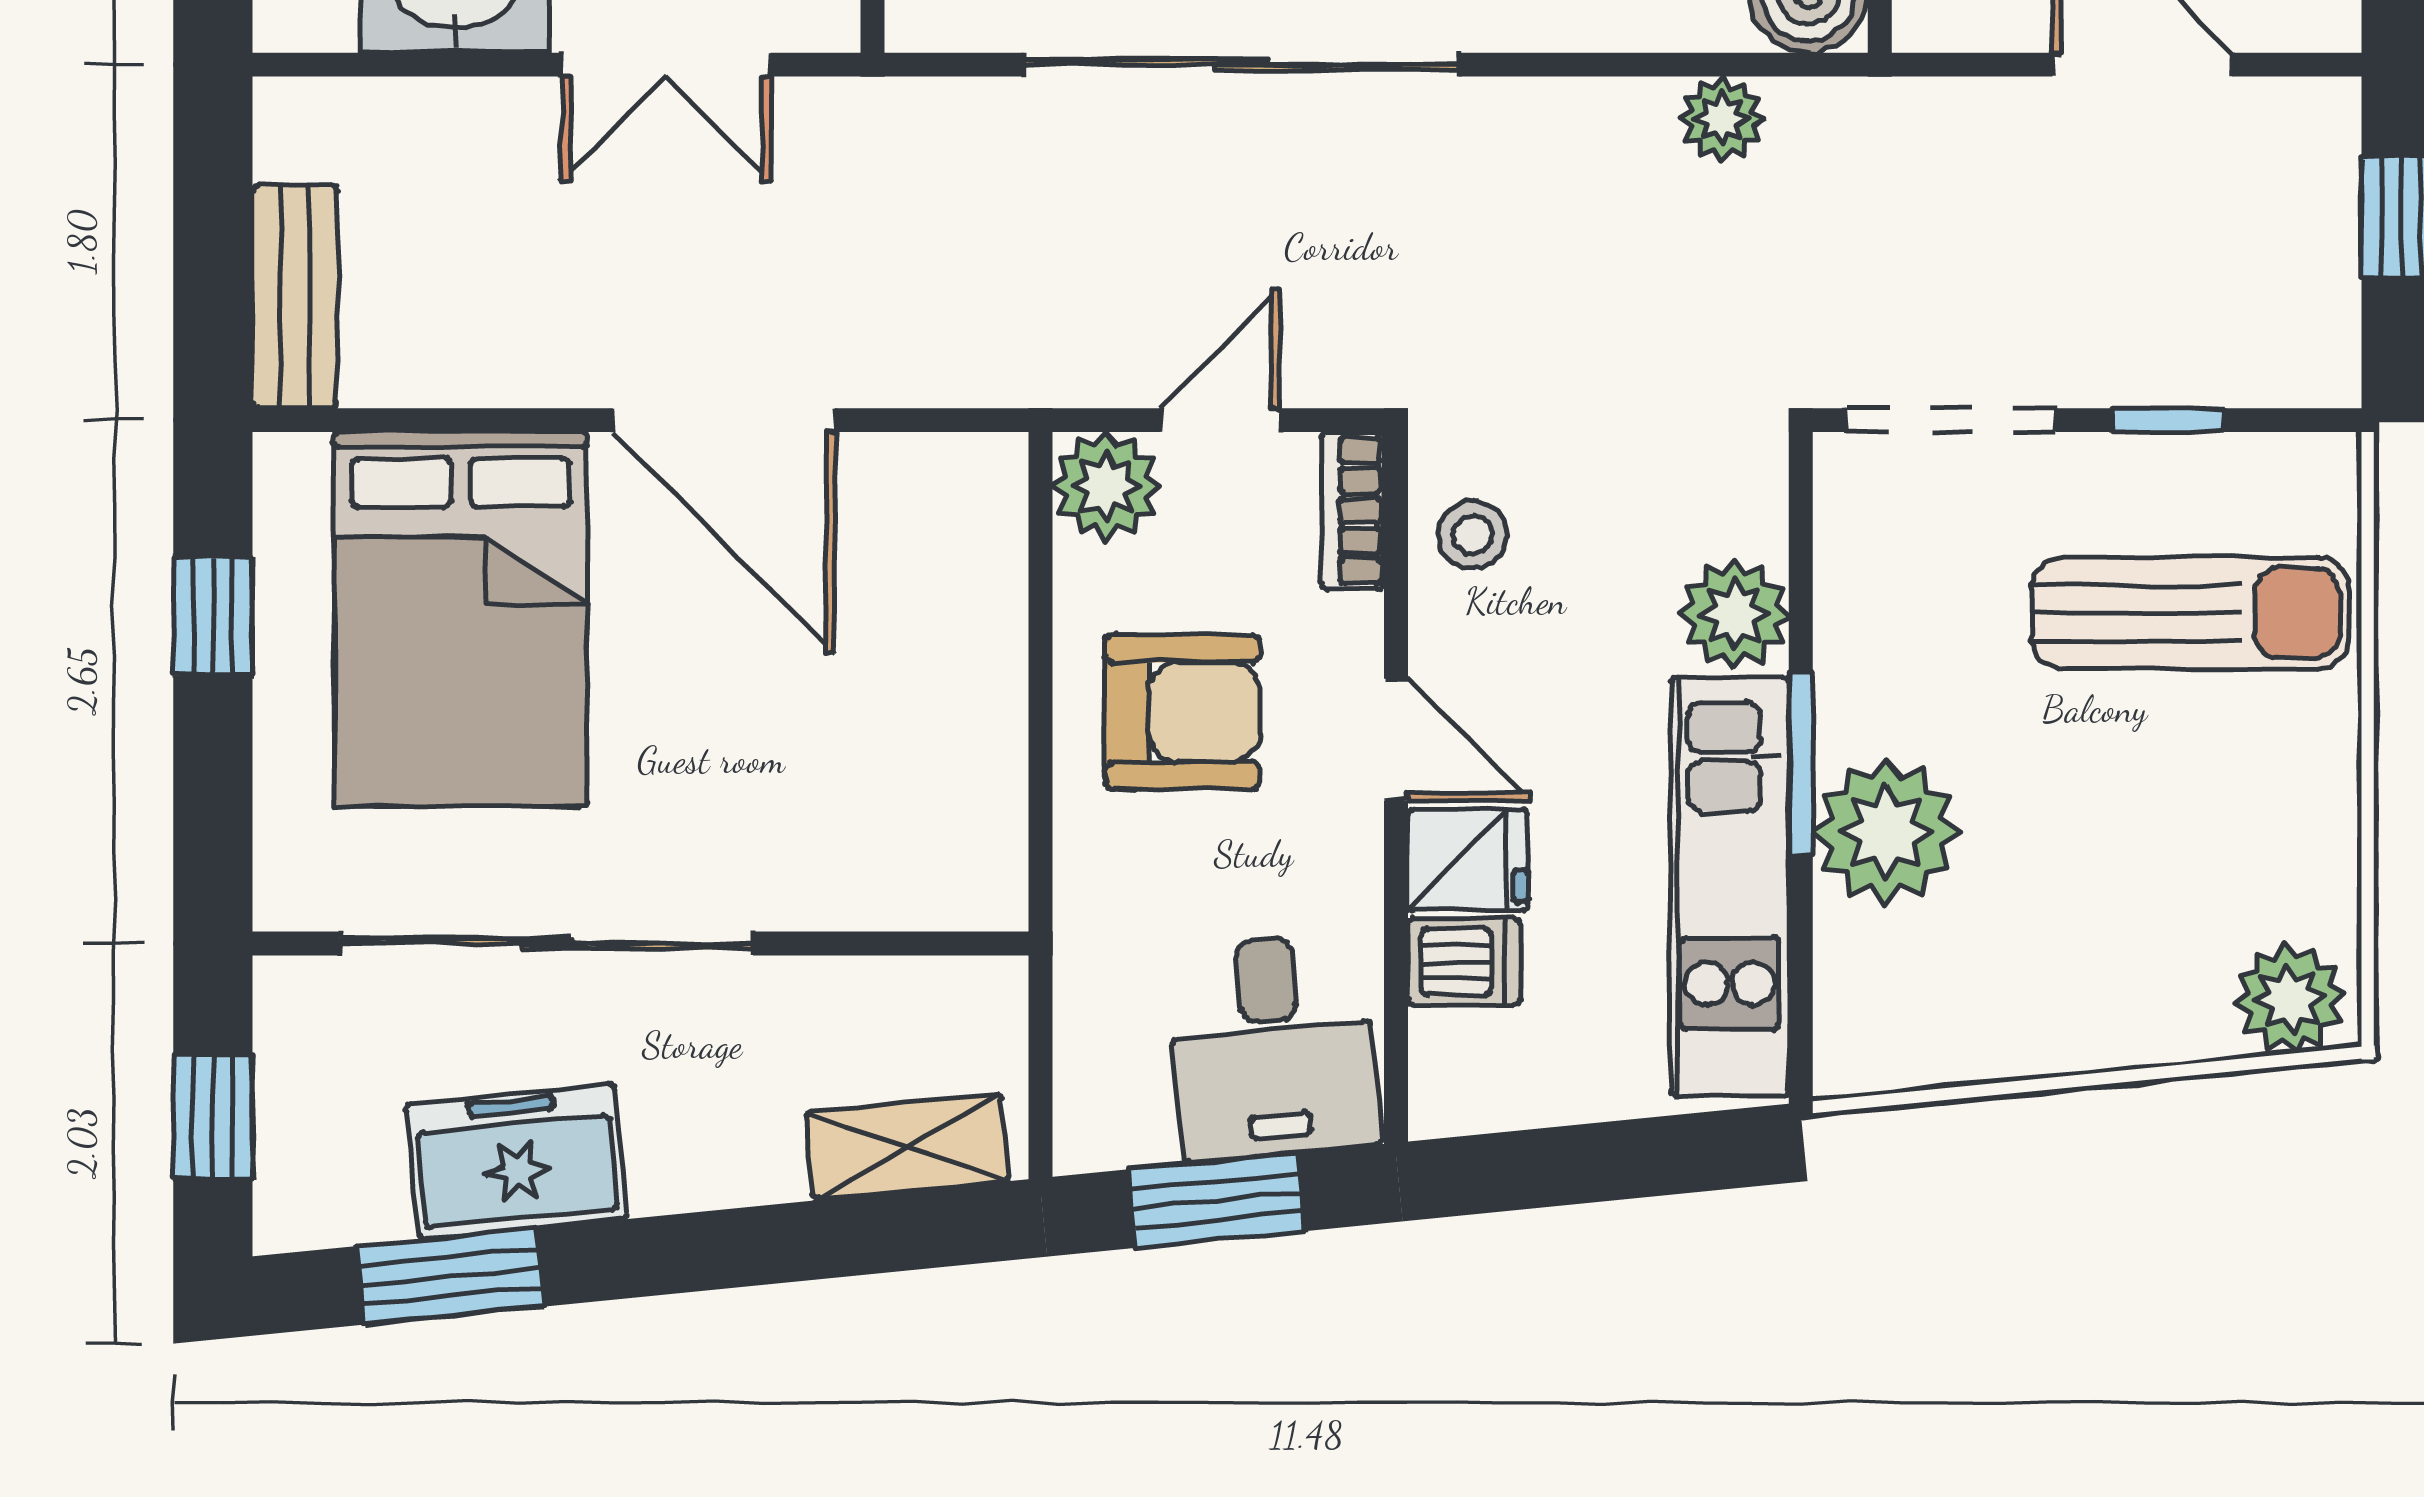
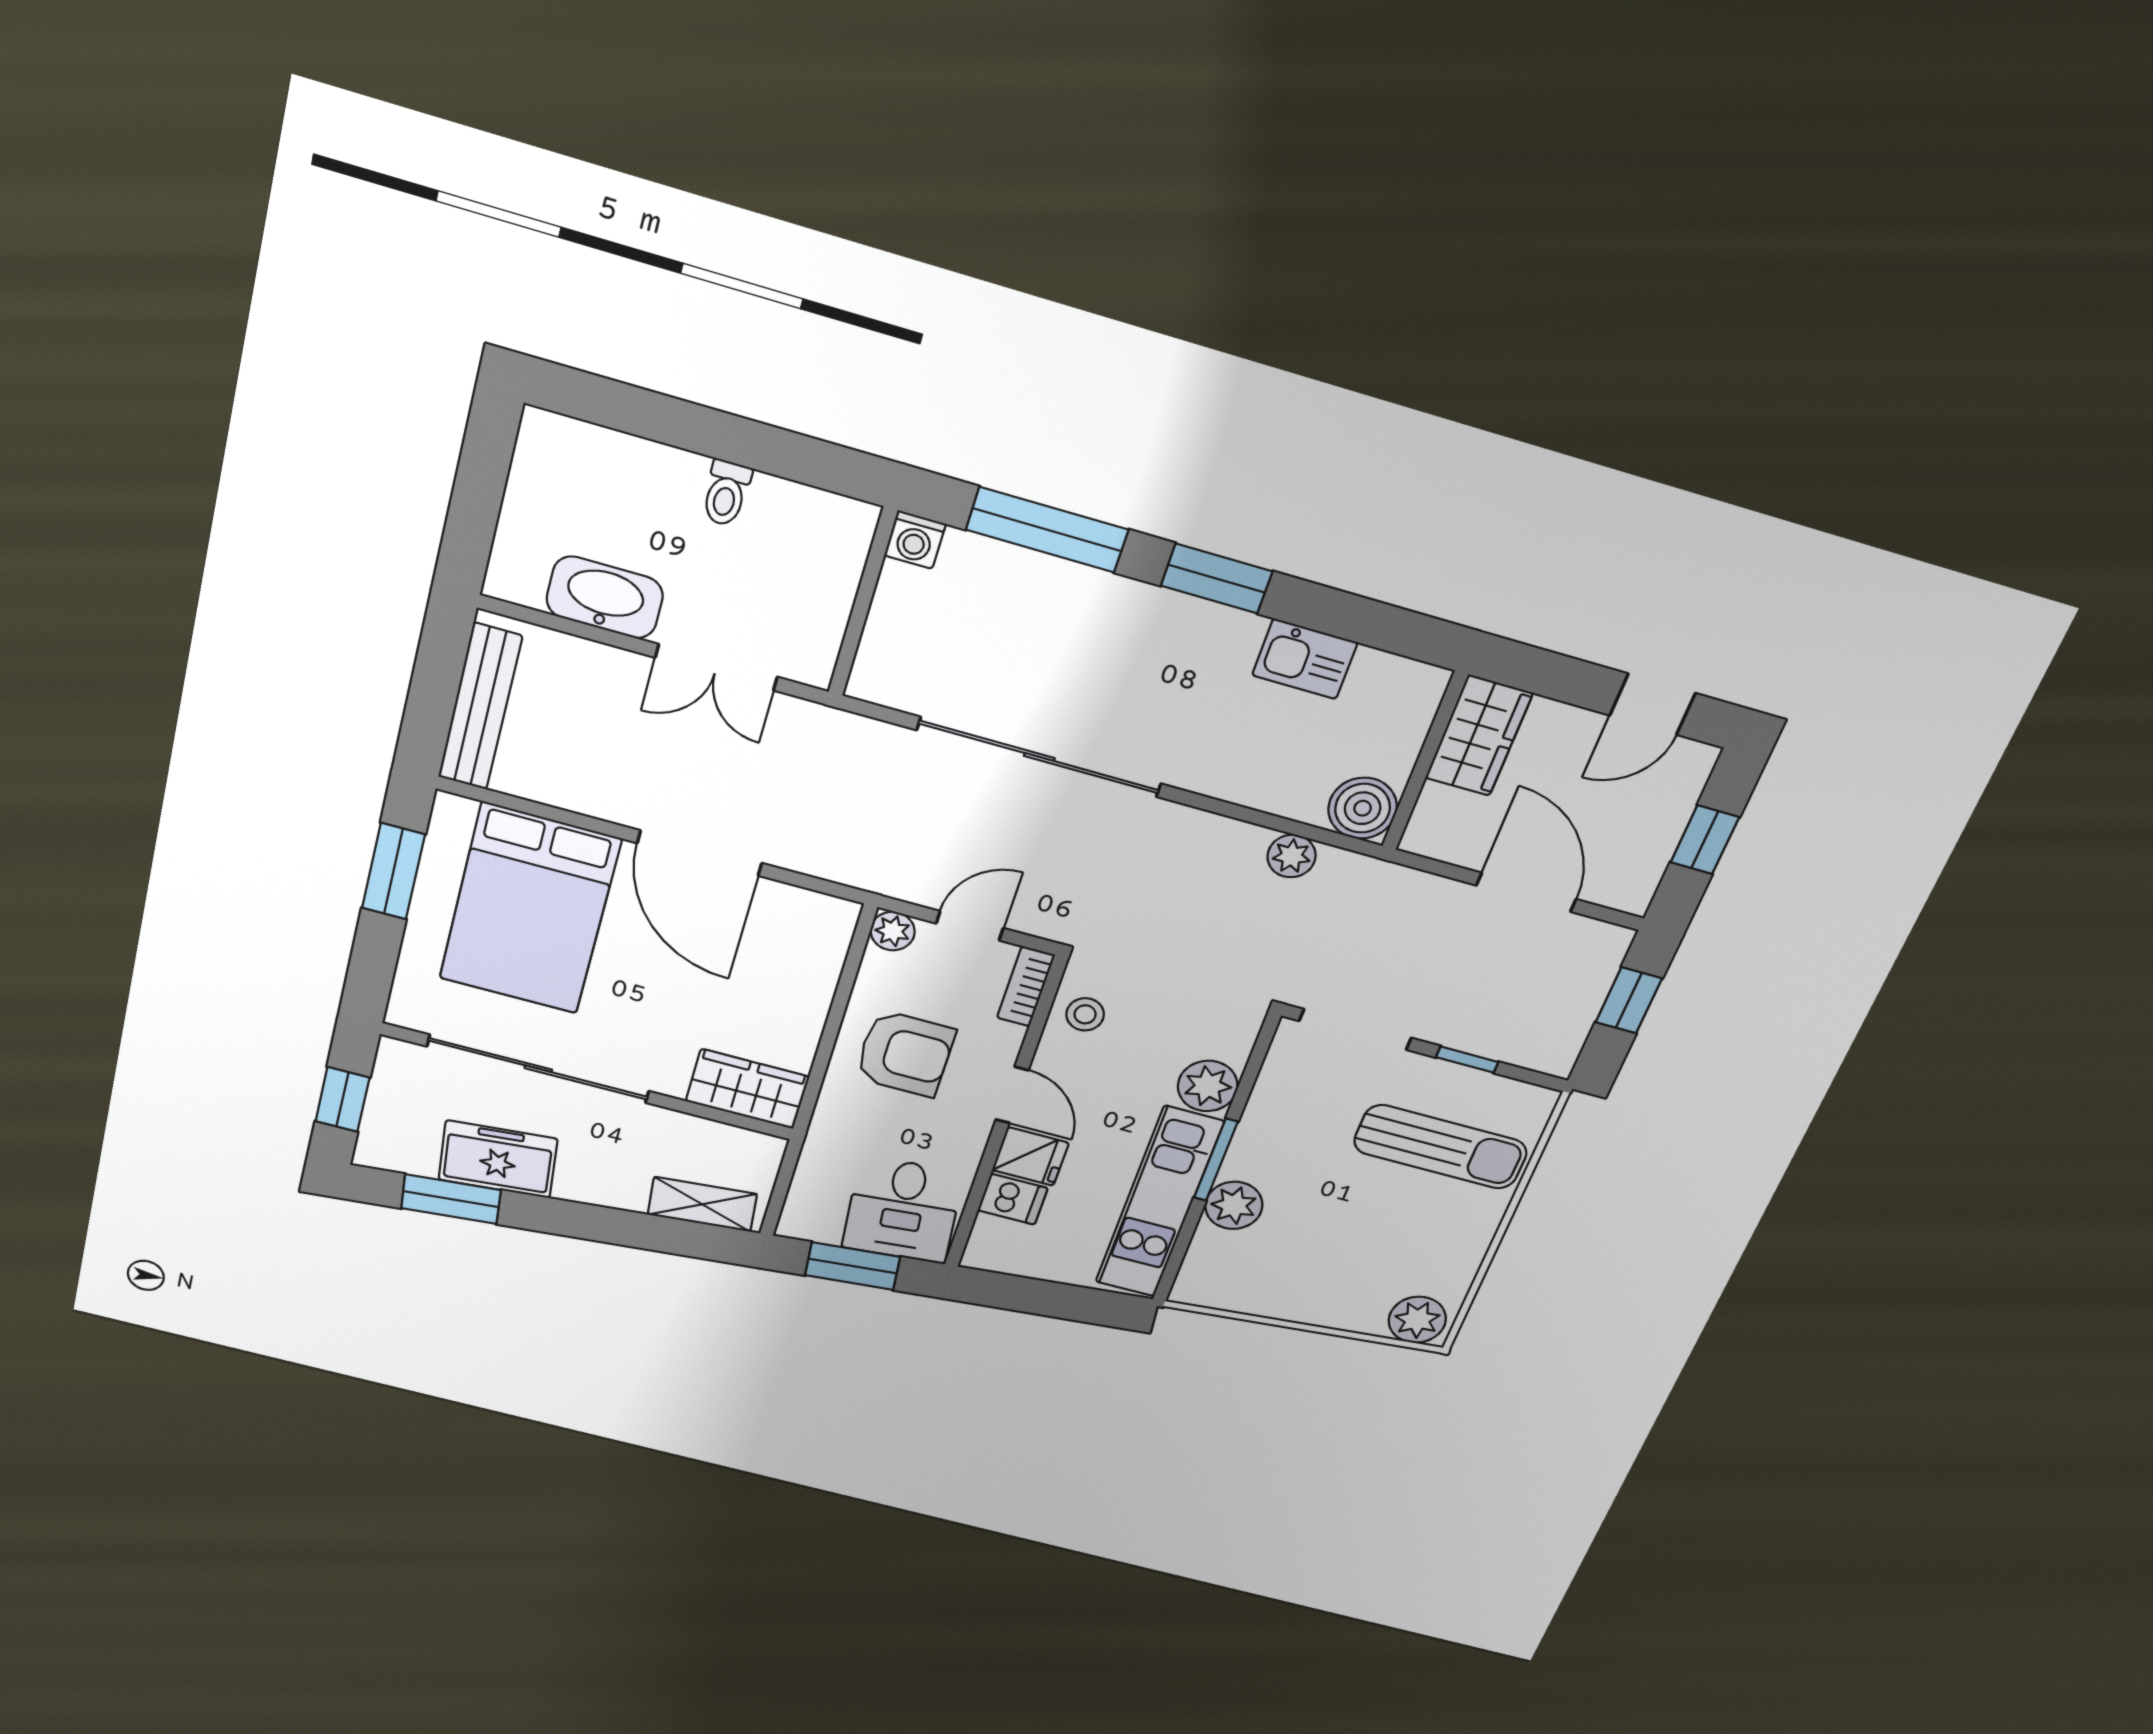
bench: (295, 297) -> (480, 707), width x1.36
plant: (1106, 486) -> (893, 931), width x0.73, depth x0.73
window: (213, 616) -> (393, 871), width x1.50
plant: (1886, 832) -> (1234, 1205), width x0.73, depth x0.73
wardrobe: (925, 872) -> (747, 1089), added

